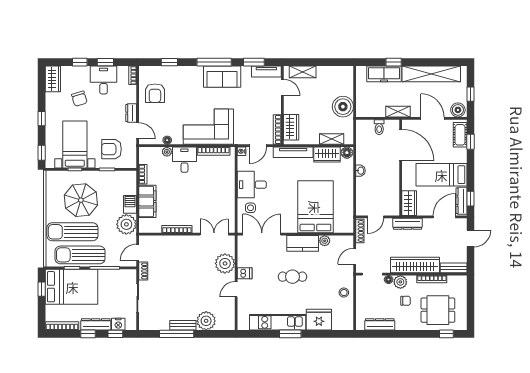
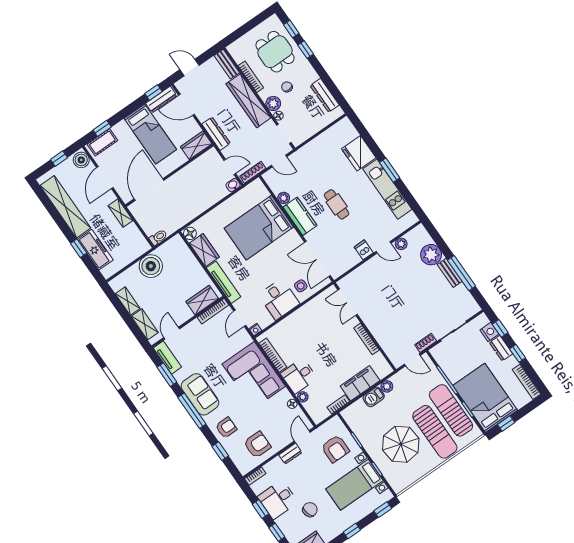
armchair: (184, 79) -> (226, 428), added
toilet: (379, 127) -> (158, 237), moved
shelving: (332, 139) -> (128, 301), moved
door: (258, 146) -> (240, 318), swing flipped
washbasin: (360, 171) -> (233, 185), moved
plant: (126, 224) -> (387, 386), width x0.53, depth x0.53
sun lounger: (80, 255) -> (451, 410), turned 180
plant: (225, 263) -> (401, 244), moved, width x0.53, depth x0.53
stool: (344, 293) -> (318, 148), removed
dresser: (96, 324) -> (501, 348), width x0.70
window: (424, 334) -> (306, 50), added

